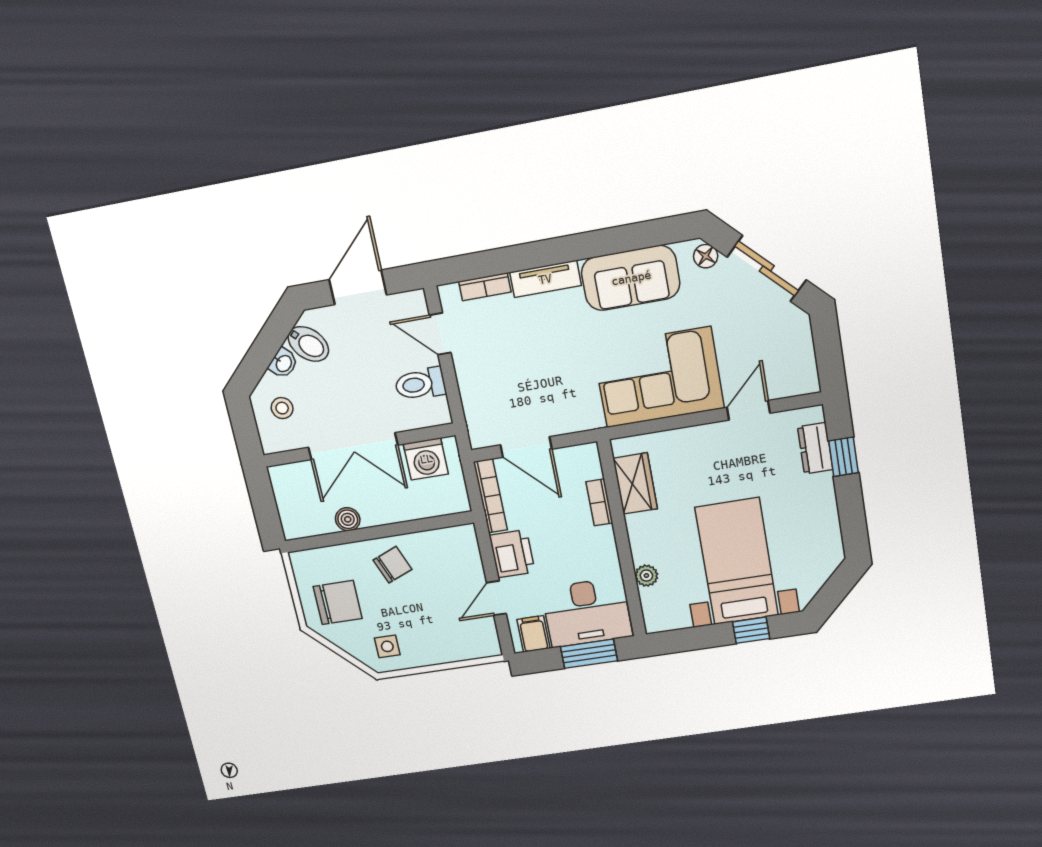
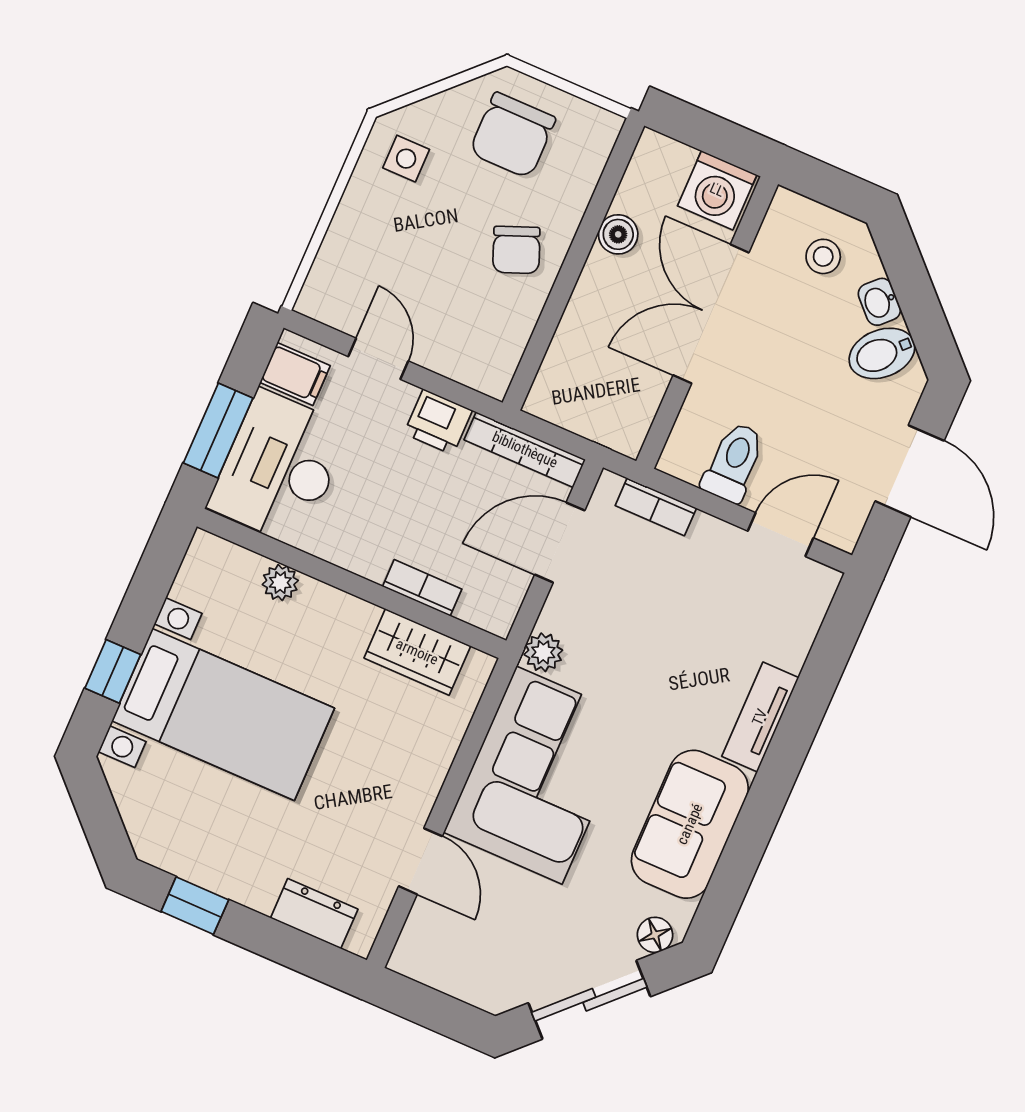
bookcase: (485, 287) -> (656, 507), moved, turned -90
plant: (590, 418) -> (543, 652), added
window: (844, 457) -> (195, 906), moved
washing machine: (426, 459) -> (717, 190), moved, turned -90
printer: (512, 554) -> (438, 422), width x0.73, depth x0.81

